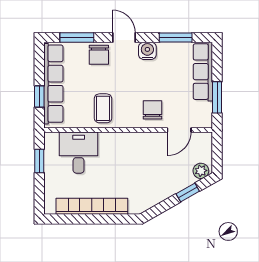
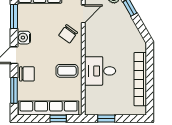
chair: (152, 110) -> (68, 34), turned -54
door: (179, 130) -> (83, 14), hinge flipped
desk: (79, 153) -> (100, 71), moved

